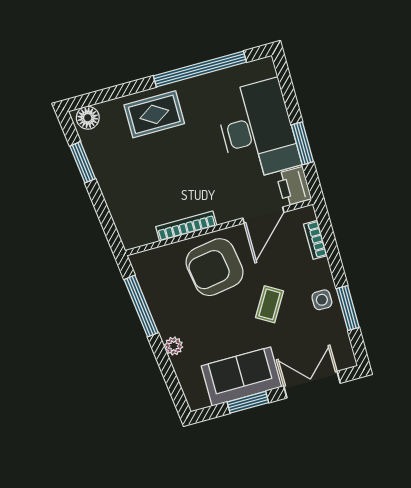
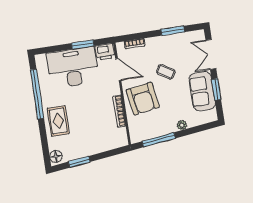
side table: (322, 300) -> (167, 44), removed

